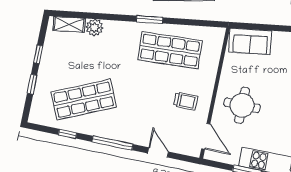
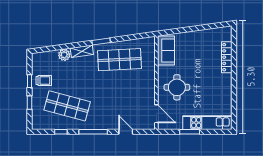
shelving: (69, 24) -> (82, 51), moved
sofa: (250, 41) -> (166, 51), moved, turned -82
shop shelf: (84, 100) -> (67, 106), turned 39
trolley: (186, 101) -> (44, 80), moved

